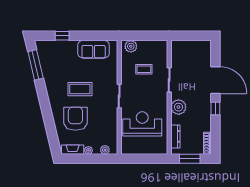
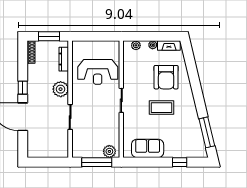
window: (143, 36) -> (97, 162), added
coffee table: (144, 69) -> (96, 128), removed

